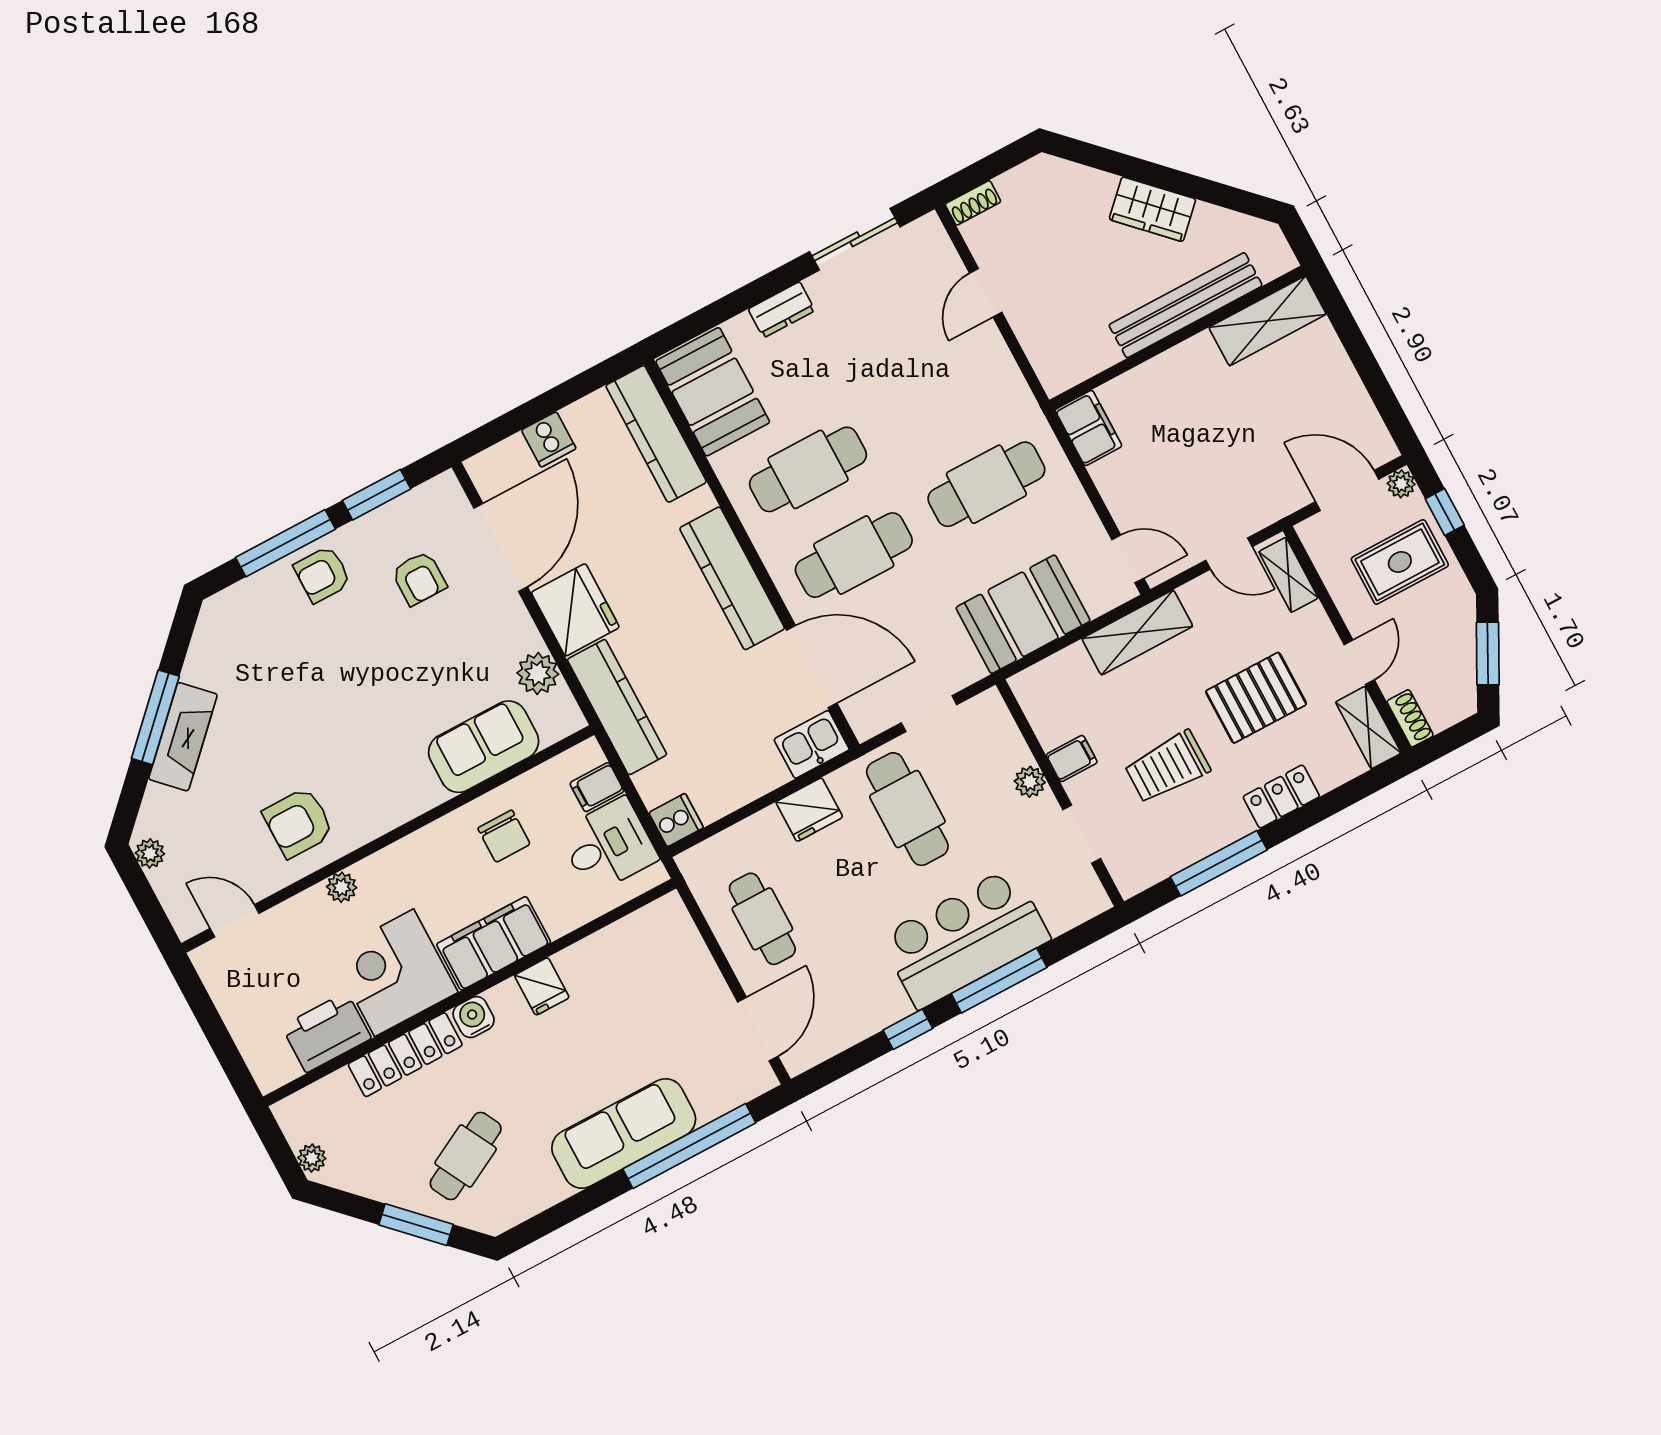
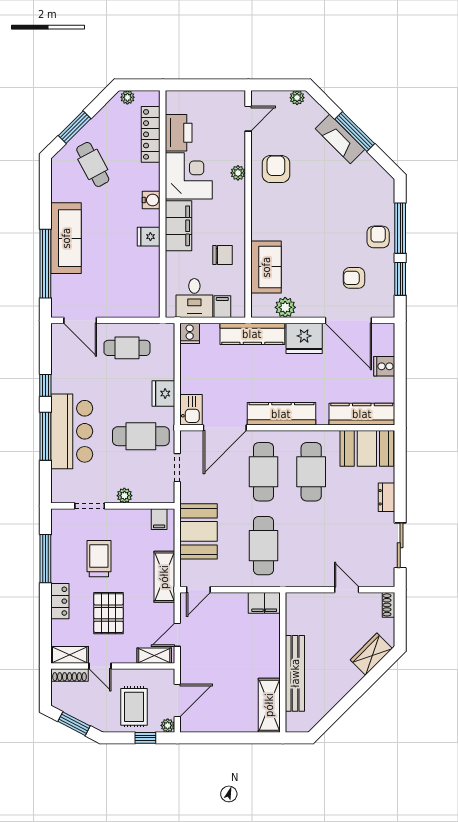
wardrobe: (1152, 209) -> (371, 654), moved
shoe rack: (1410, 718) -> (69, 675), width x1.43
filing cabinet: (1072, 758) -> (159, 519), moved
chair: (504, 836) -> (223, 255), turned 180
locker: (405, 1055) -> (151, 134), moved

